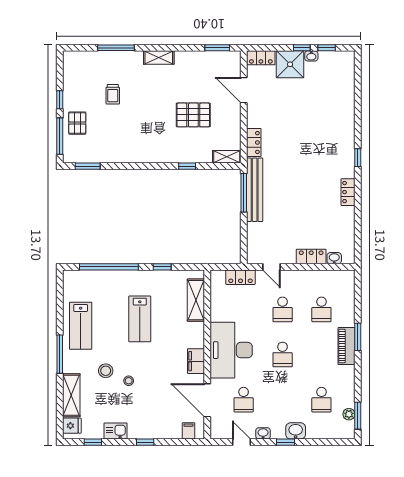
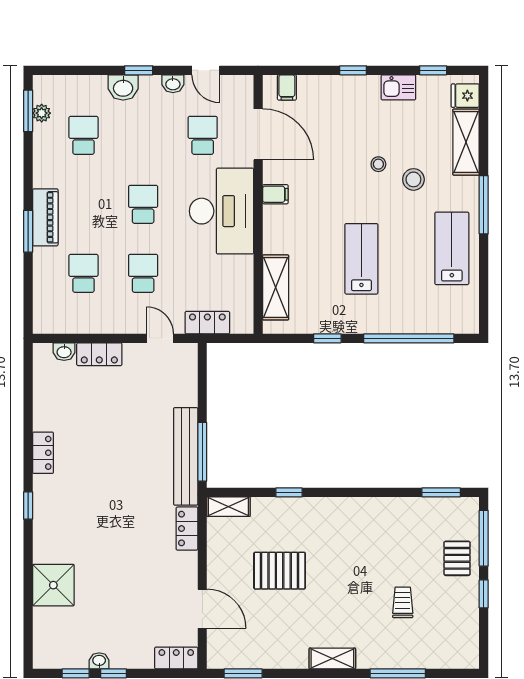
shower: (290, 64) -> (53, 585), moved
filing cabinet: (196, 361) -> (275, 194), width x0.50

